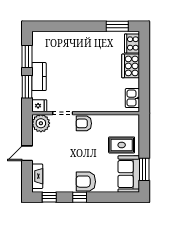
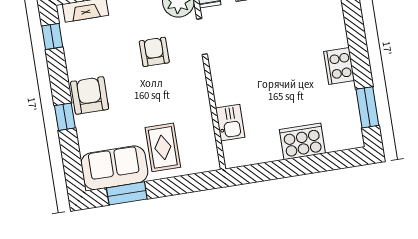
cooker: (132, 43) -> (339, 66), moved, turned -90
kitchen sink: (132, 98) -> (230, 123), moved, turned 90
armchair: (84, 123) -> (154, 52), moved
window: (80, 197) -> (65, 117), moved

